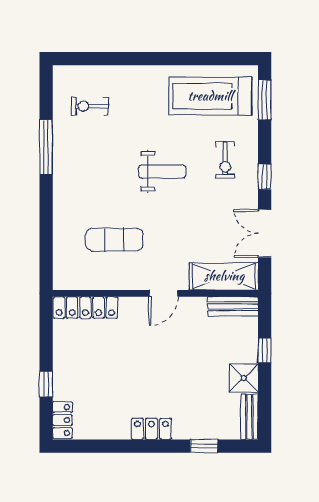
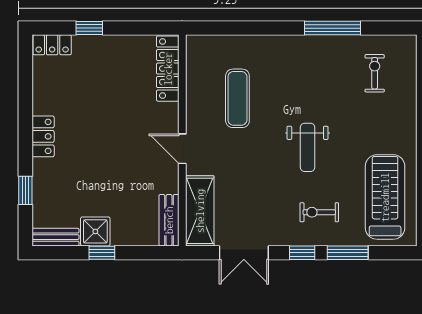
window: (265, 100) -> (348, 253), moved
double door: (265, 233) -> (244, 253), swing flipped
window: (265, 350) -> (102, 253), moved

